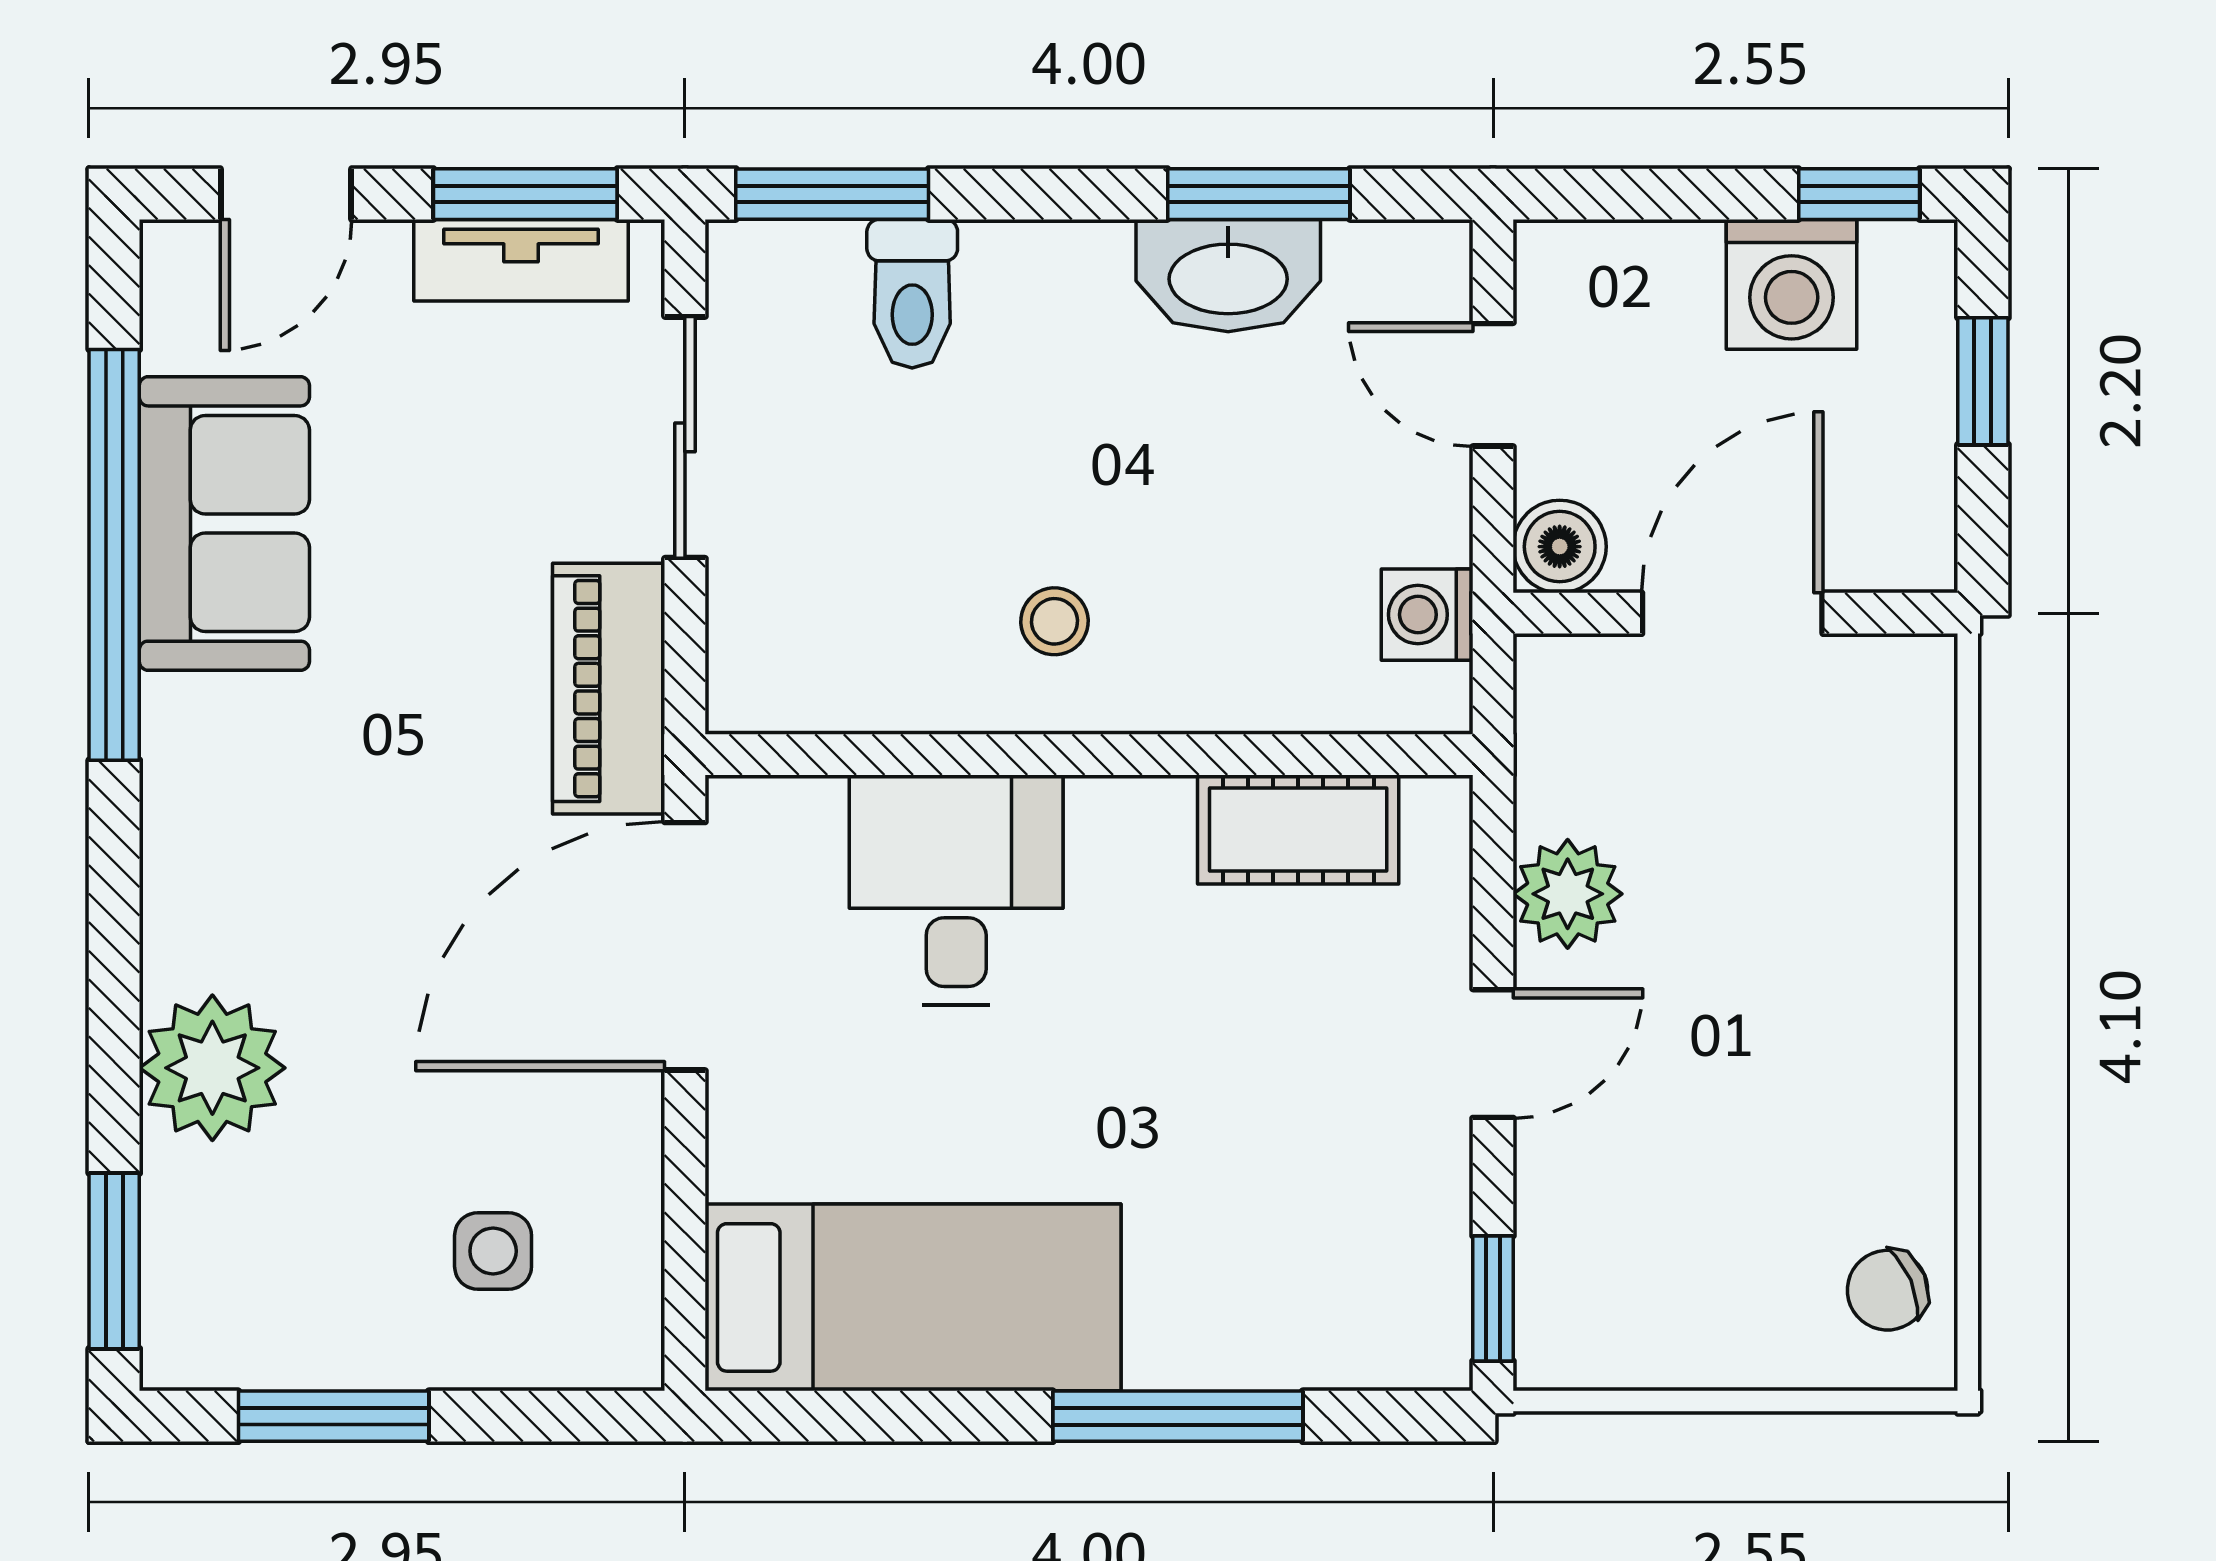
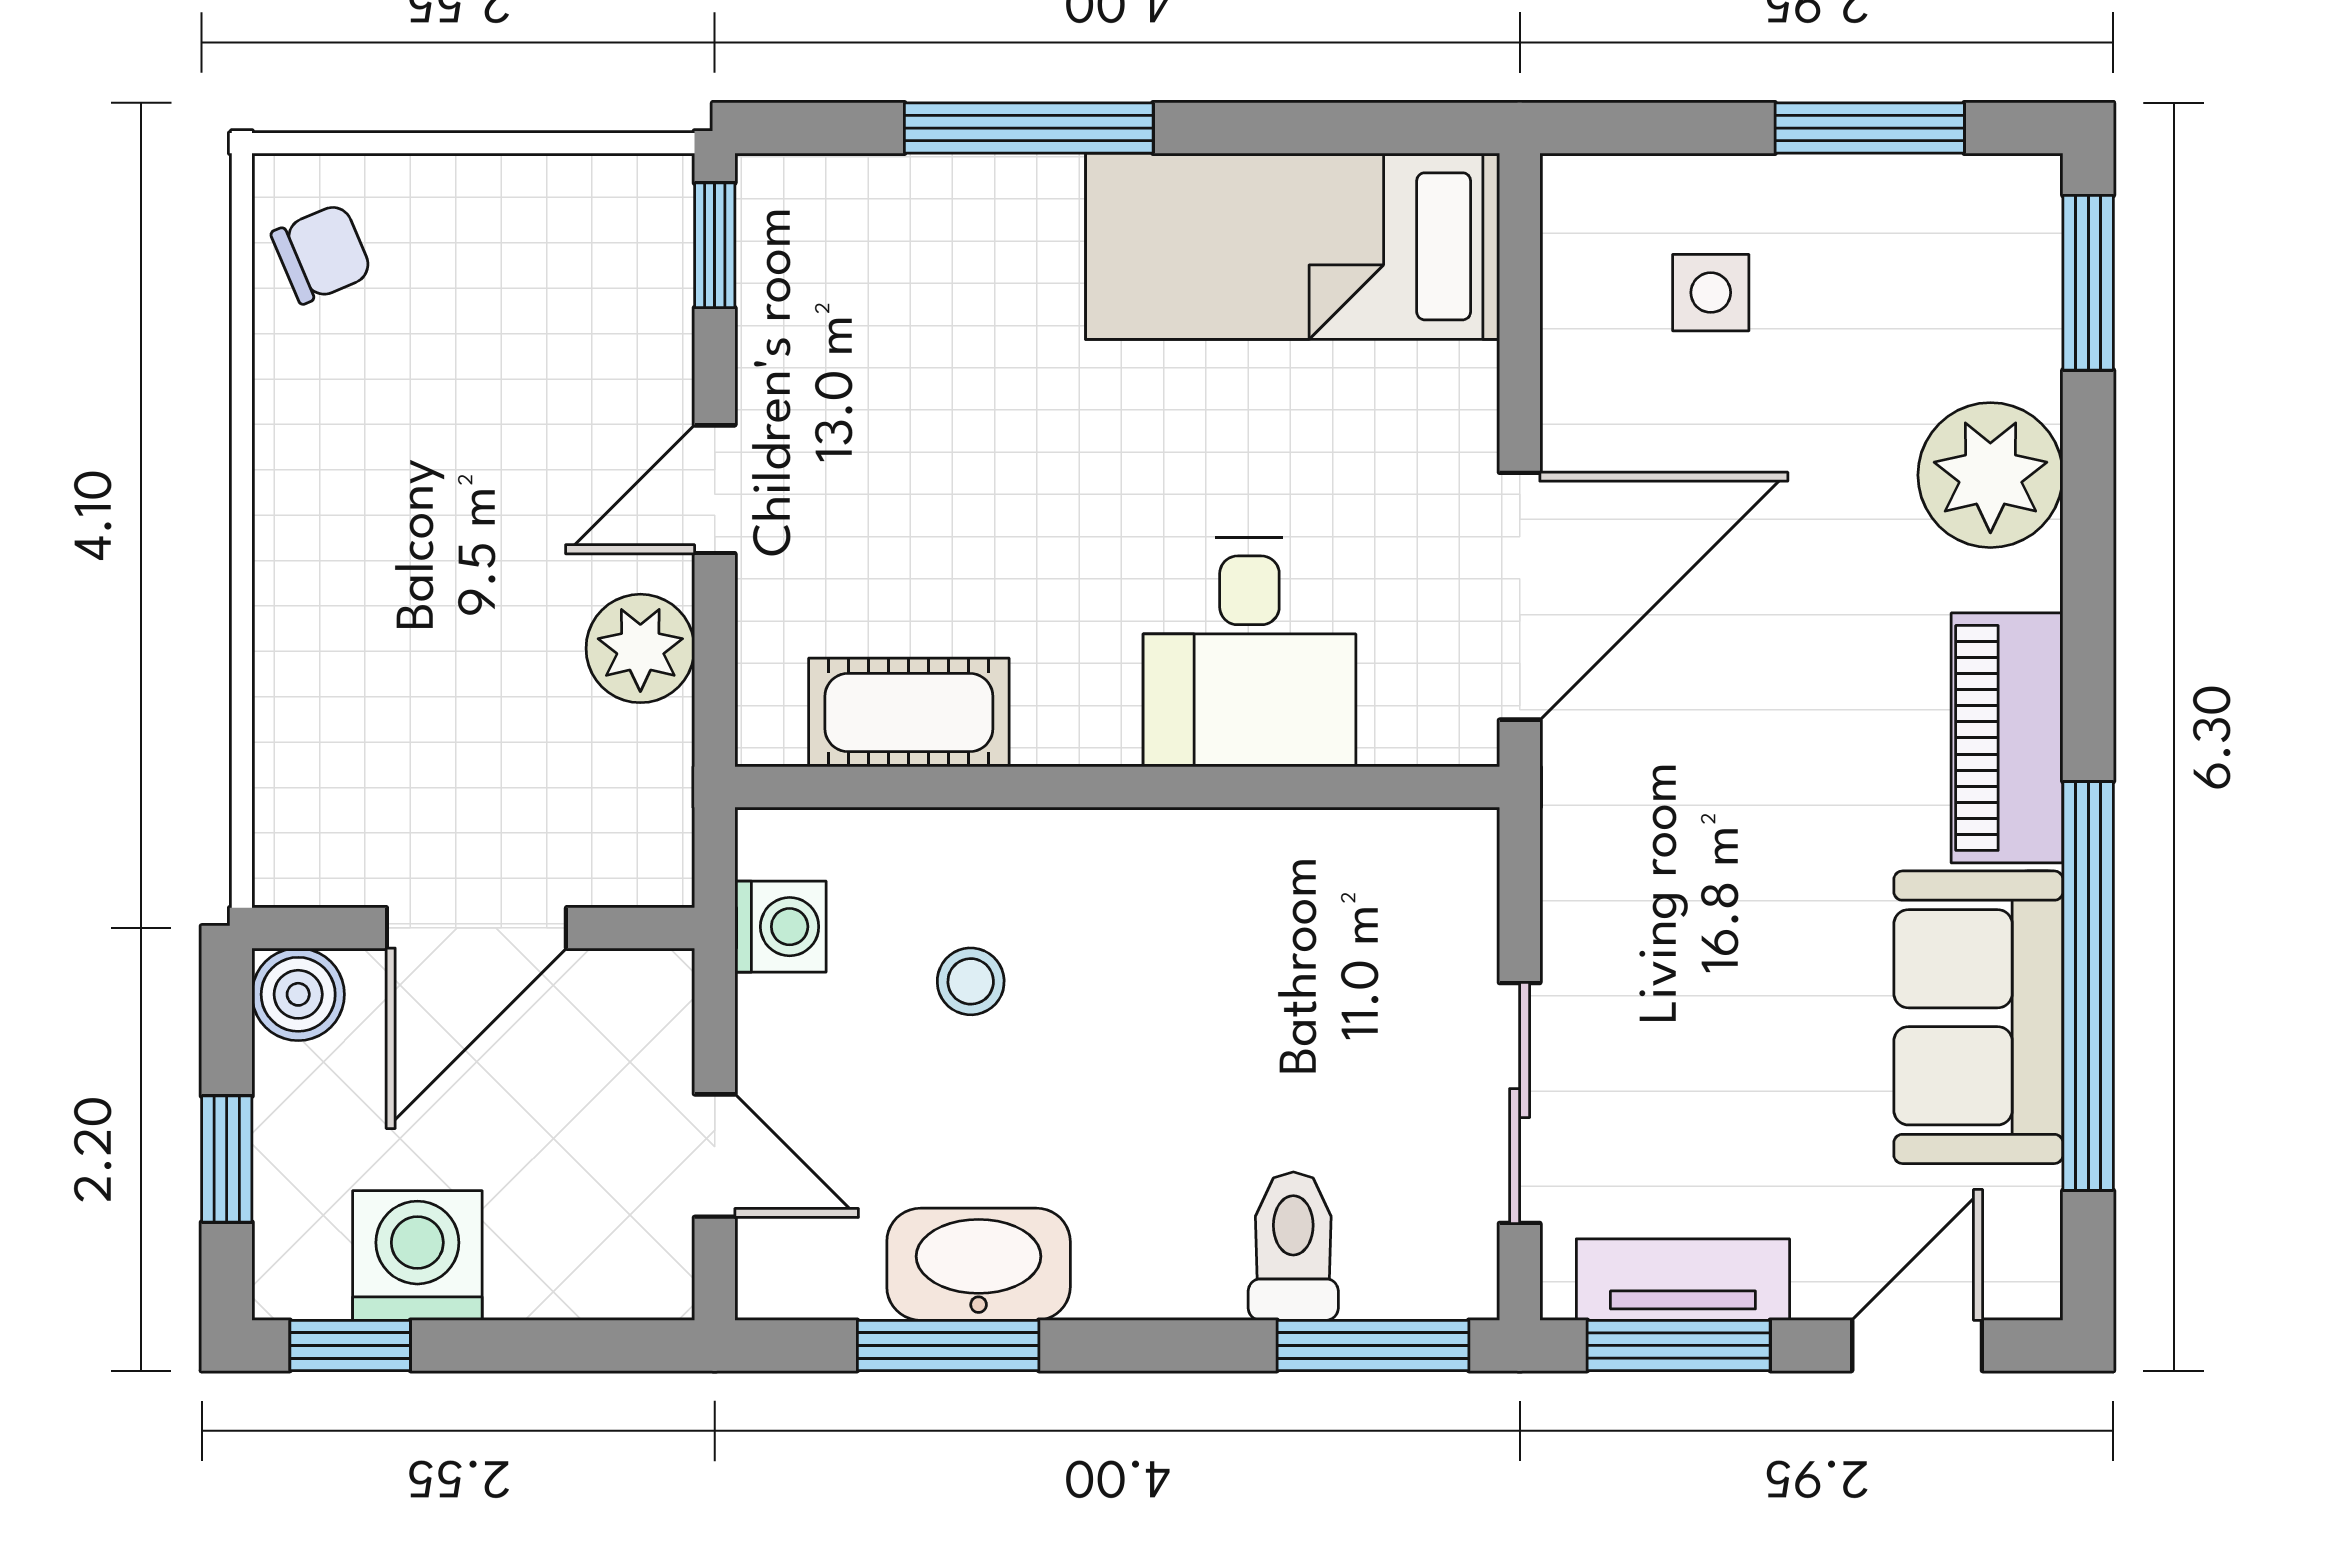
boiler: (1560, 547) -> (298, 994), moved
stool: (1054, 621) -> (971, 981), moved
piano: (609, 689) -> (2007, 738), moved, turned 180

